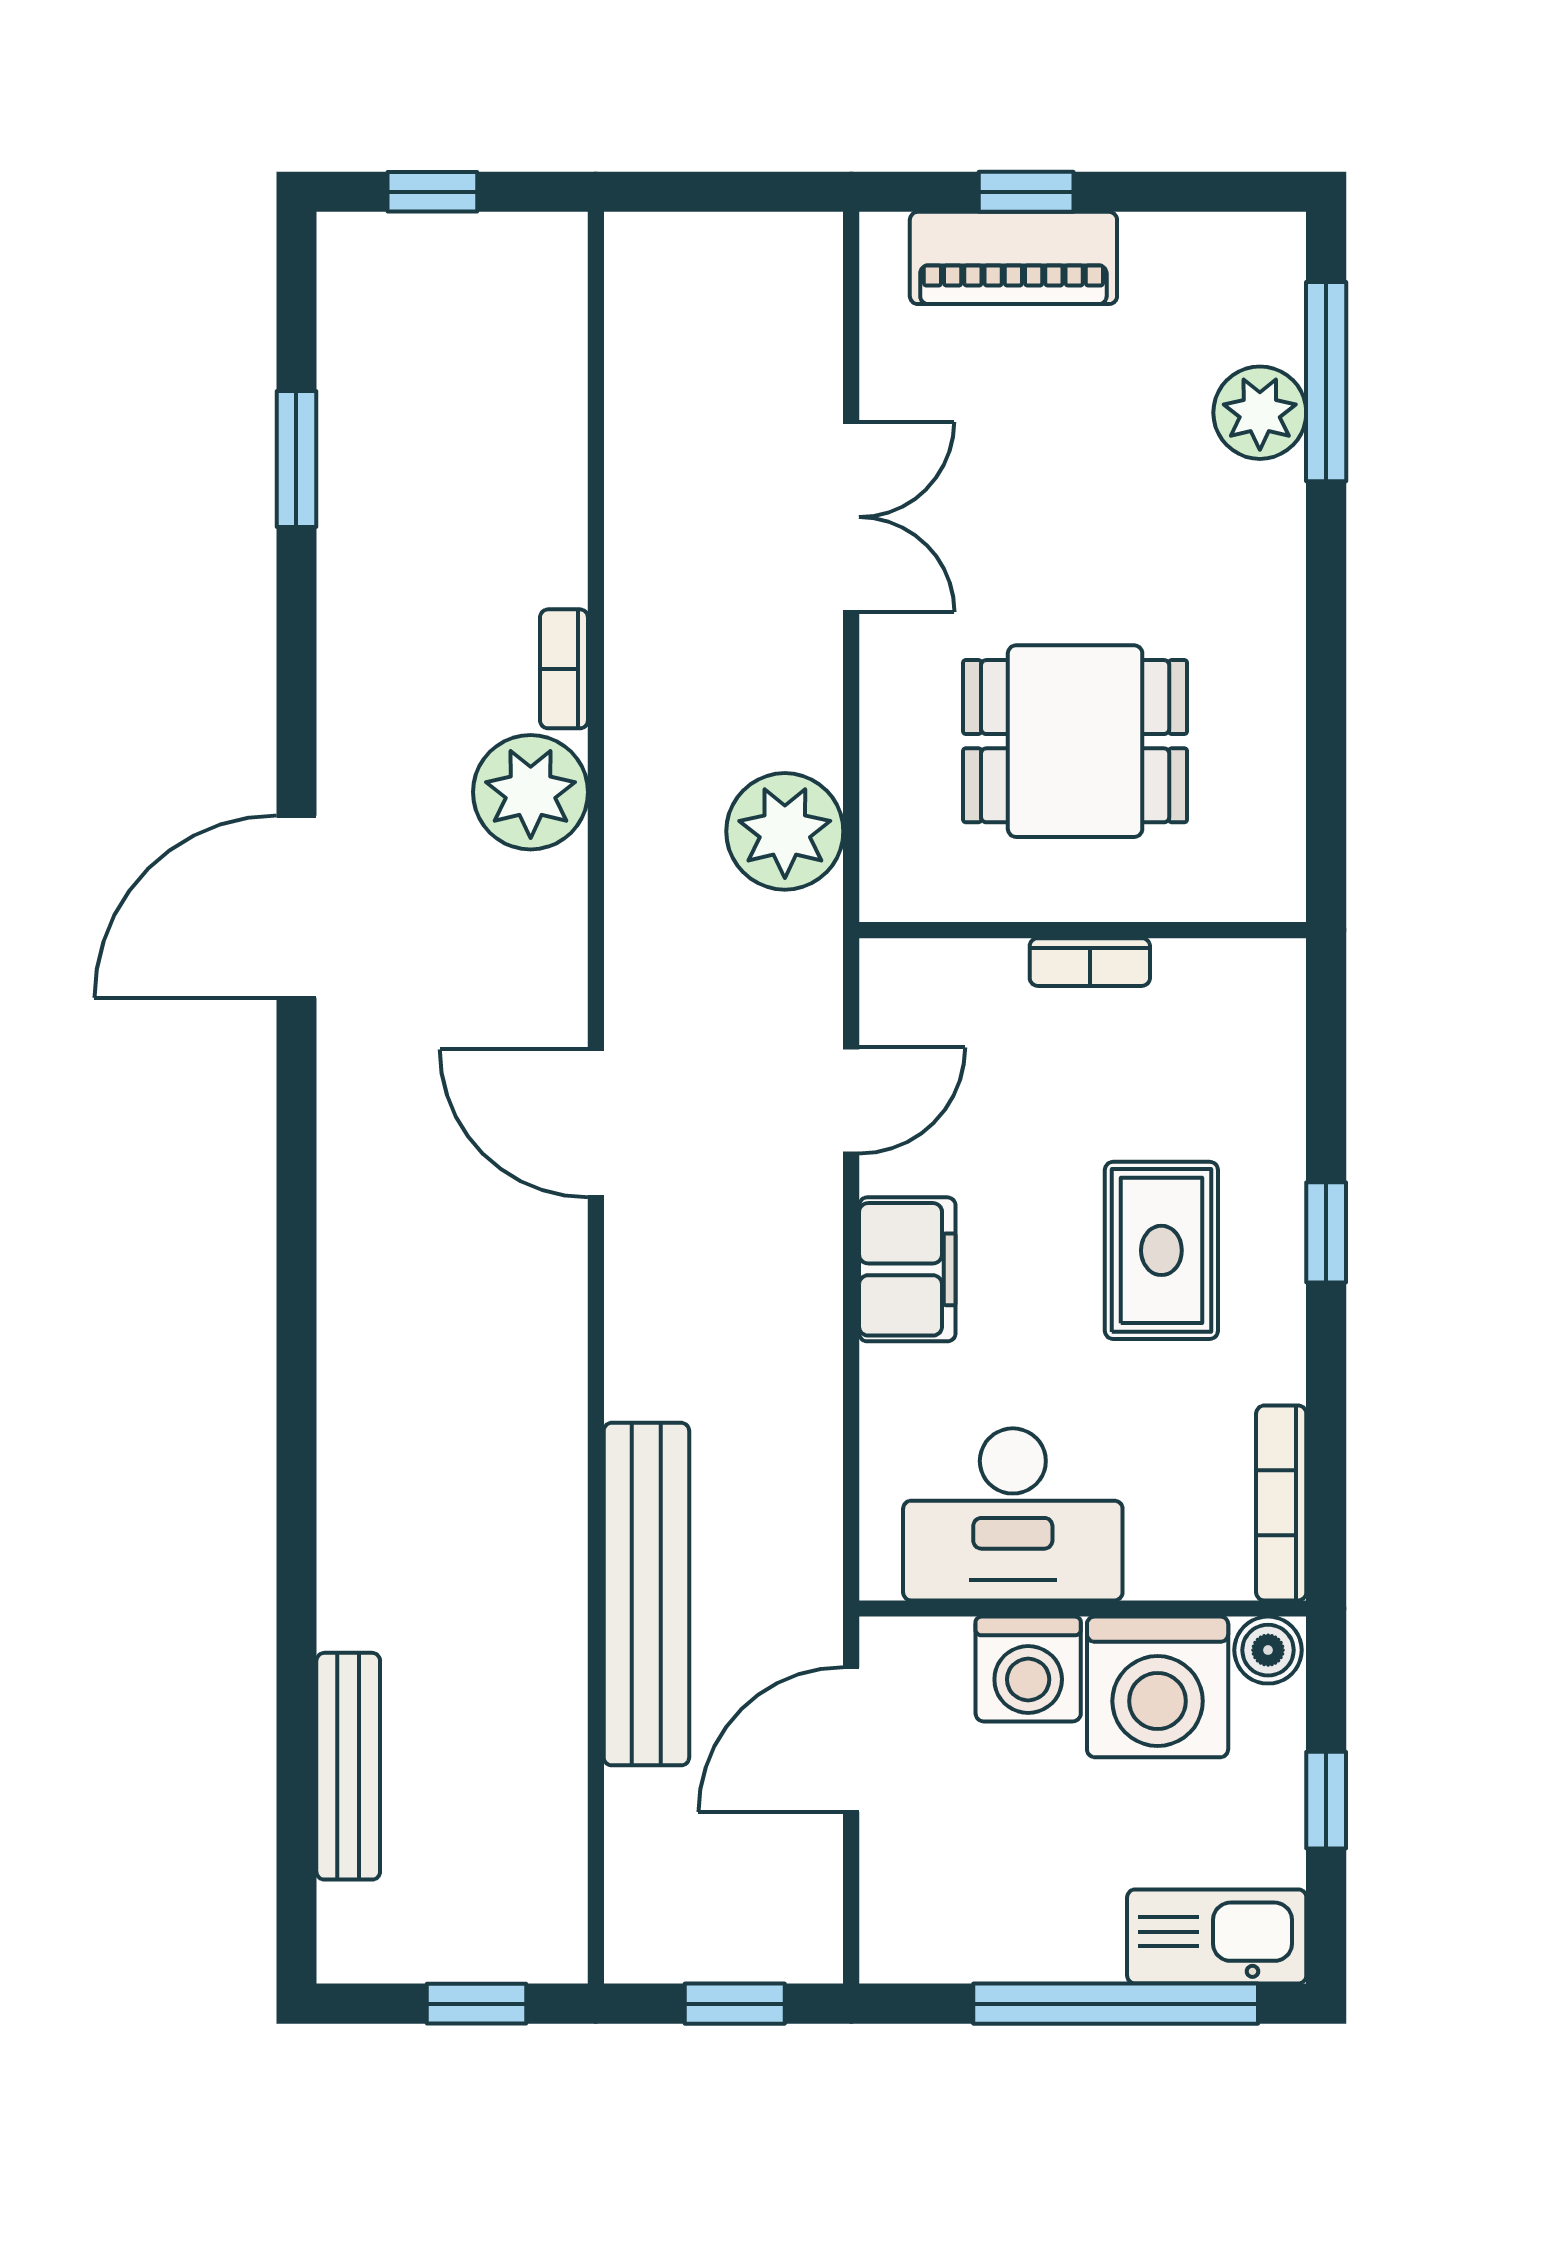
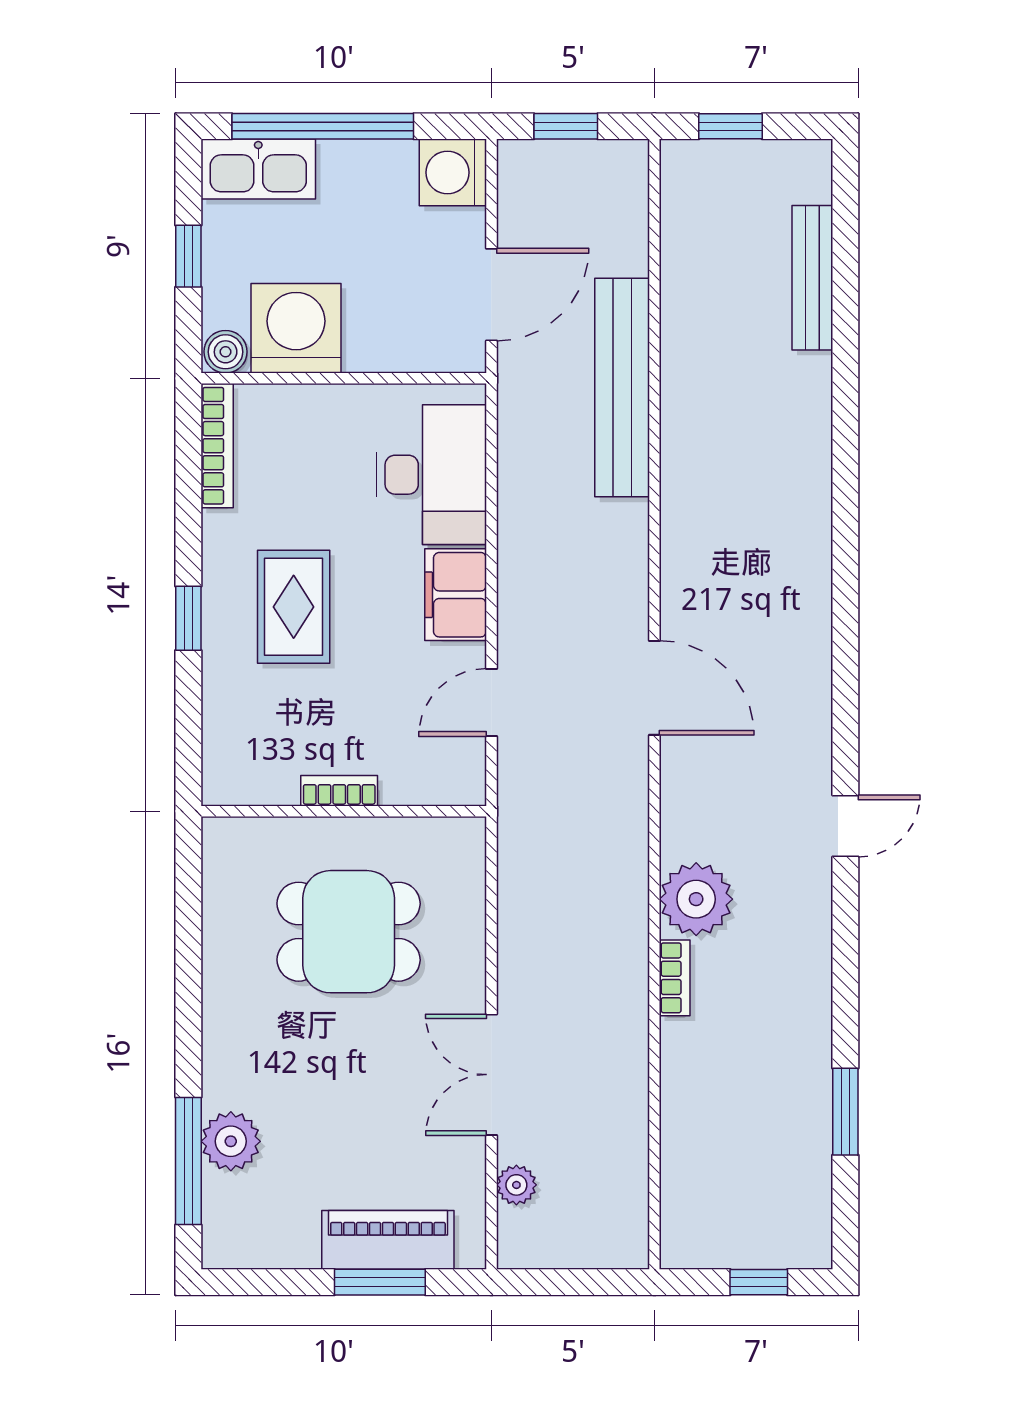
window: (1026, 192) -> (380, 1282), width x1.50
plant: (785, 831) -> (516, 1185), moved, width x0.53, depth x0.53
door: (296, 907) -> (845, 826), width x0.53
desk: (1013, 1514) -> (431, 475), moved, turned 90
washing machine: (1028, 1669) -> (453, 172), moved, turned -90

